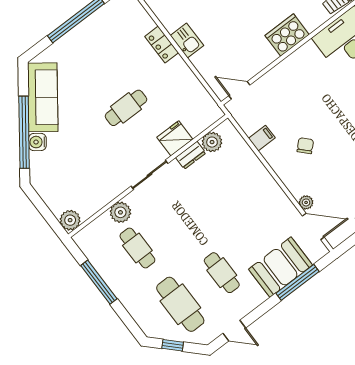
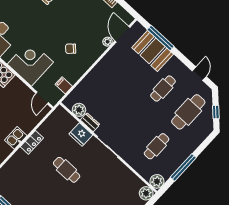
locker: (162, 45) -> (32, 142), moved
corner desk: (294, 82) -> (30, 63), added
filing cabinet: (262, 138) -> (64, 85), moved
plant: (120, 212) -> (157, 181), moved

